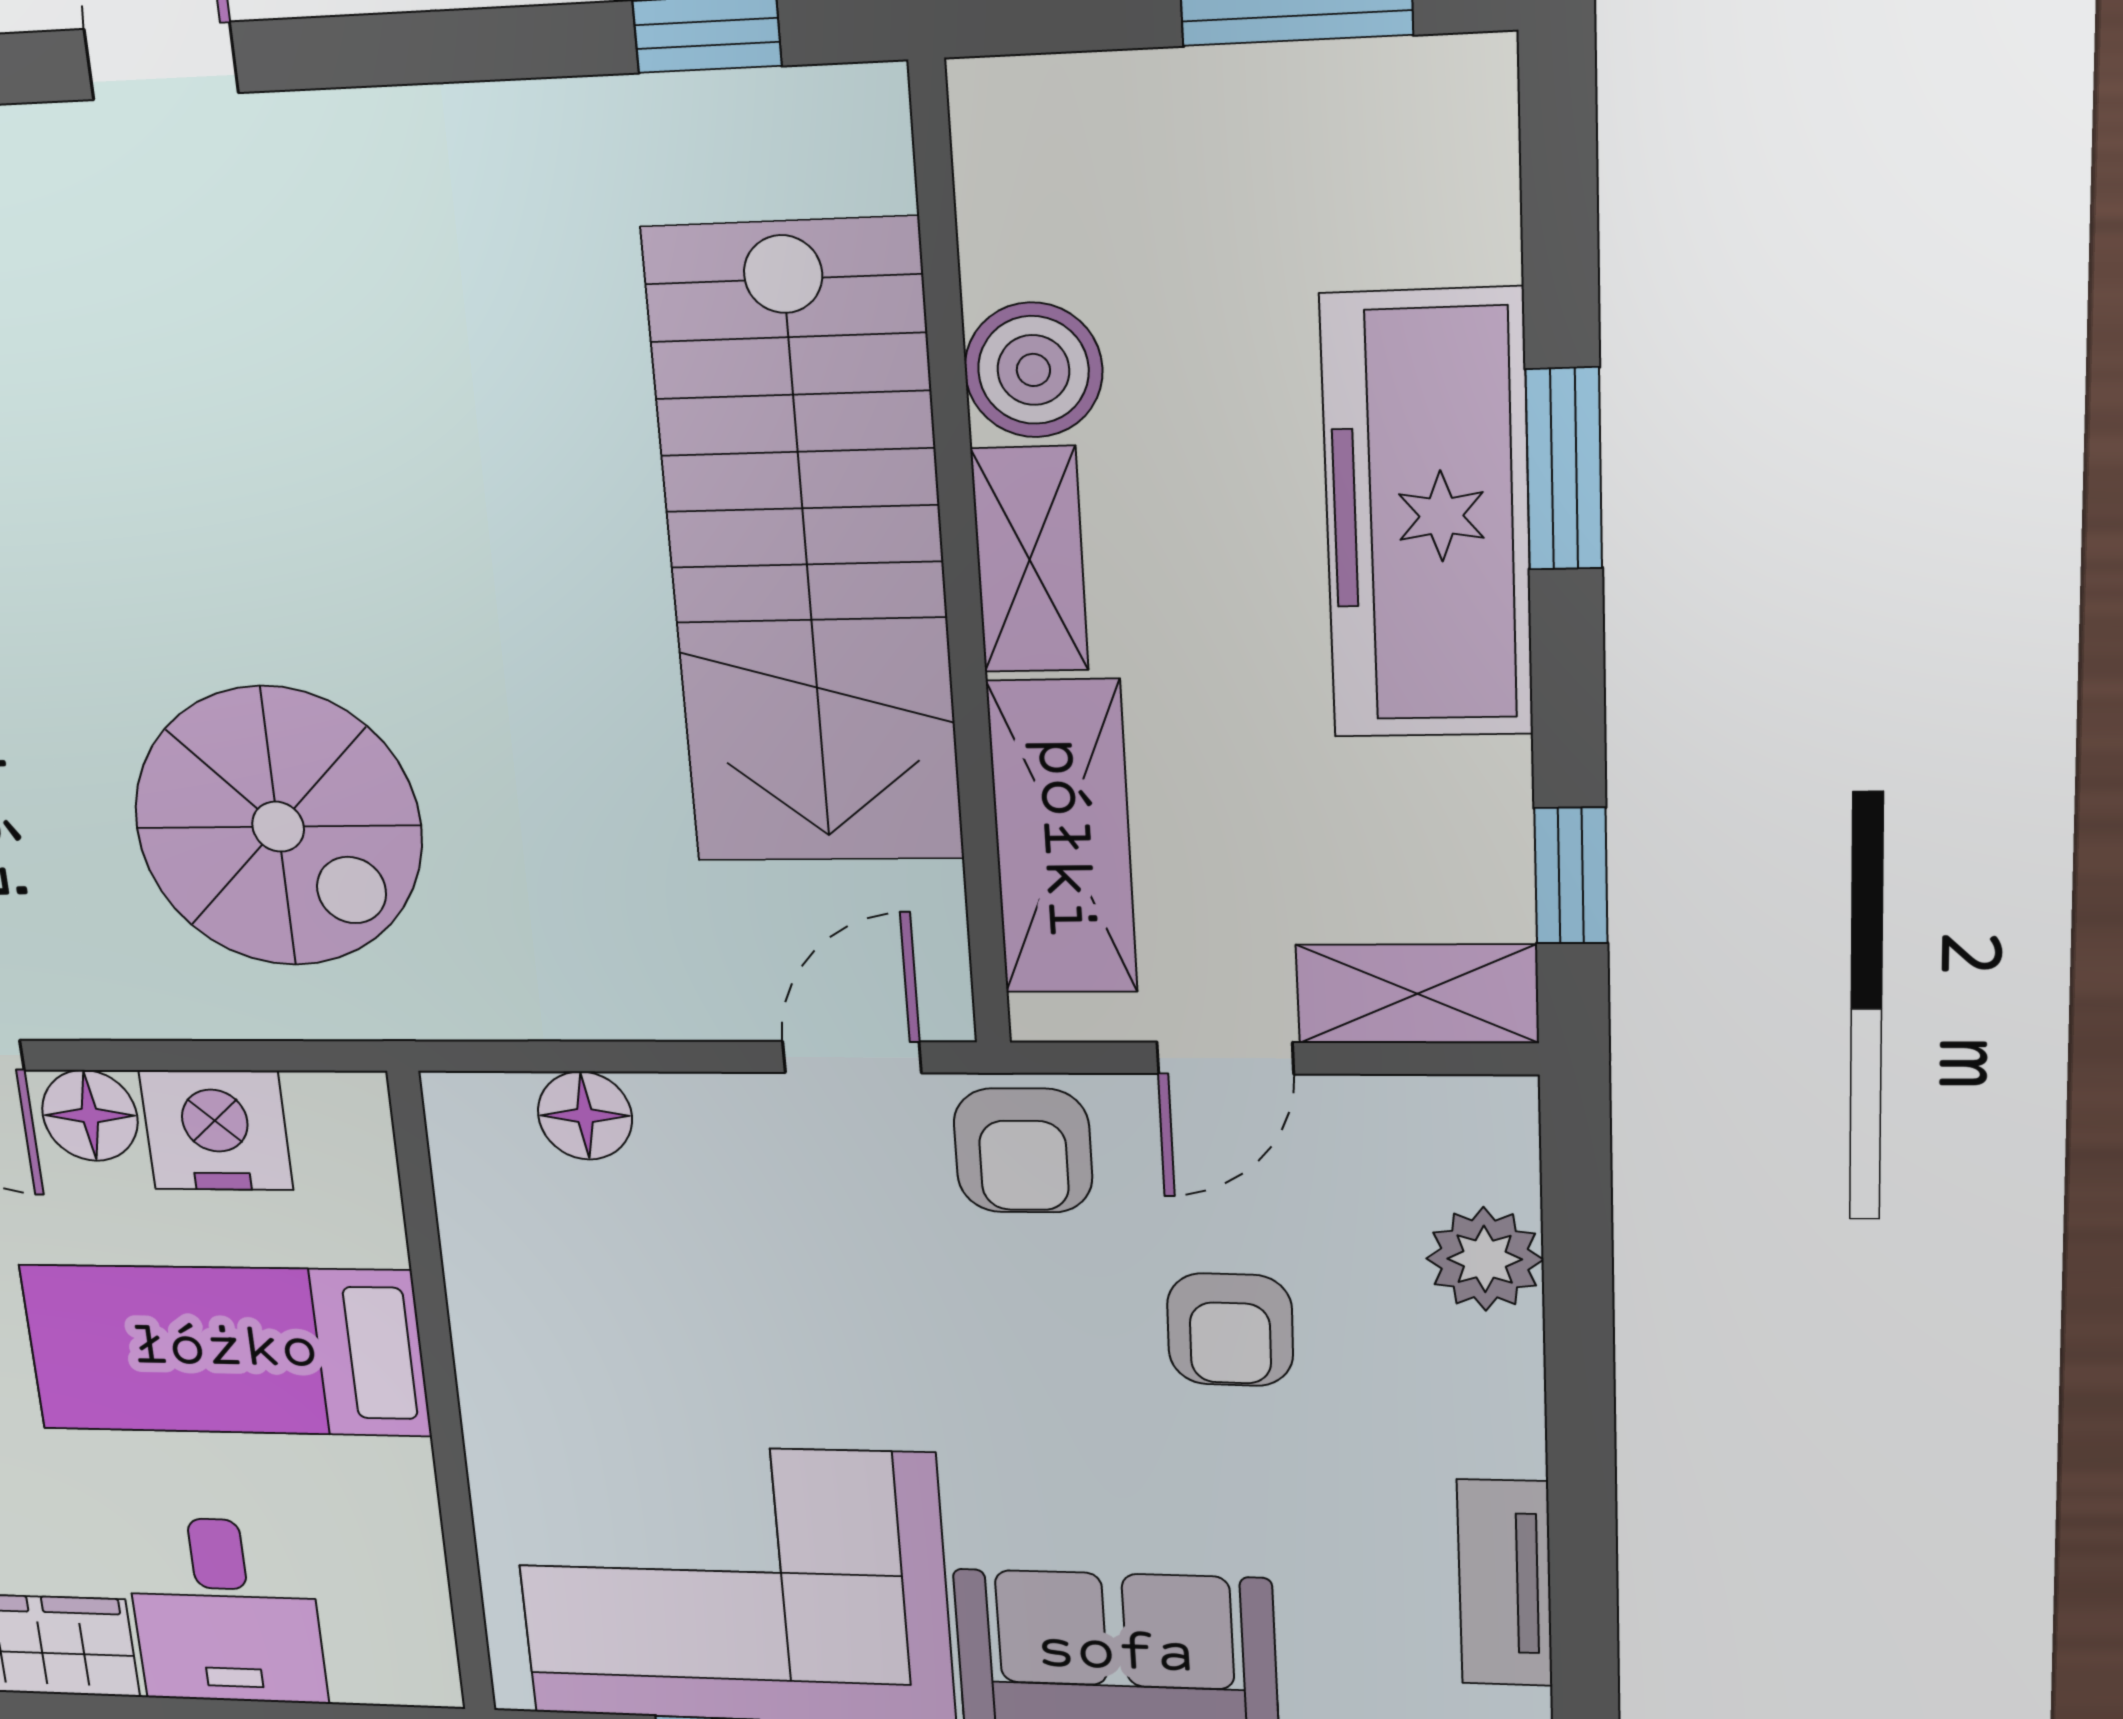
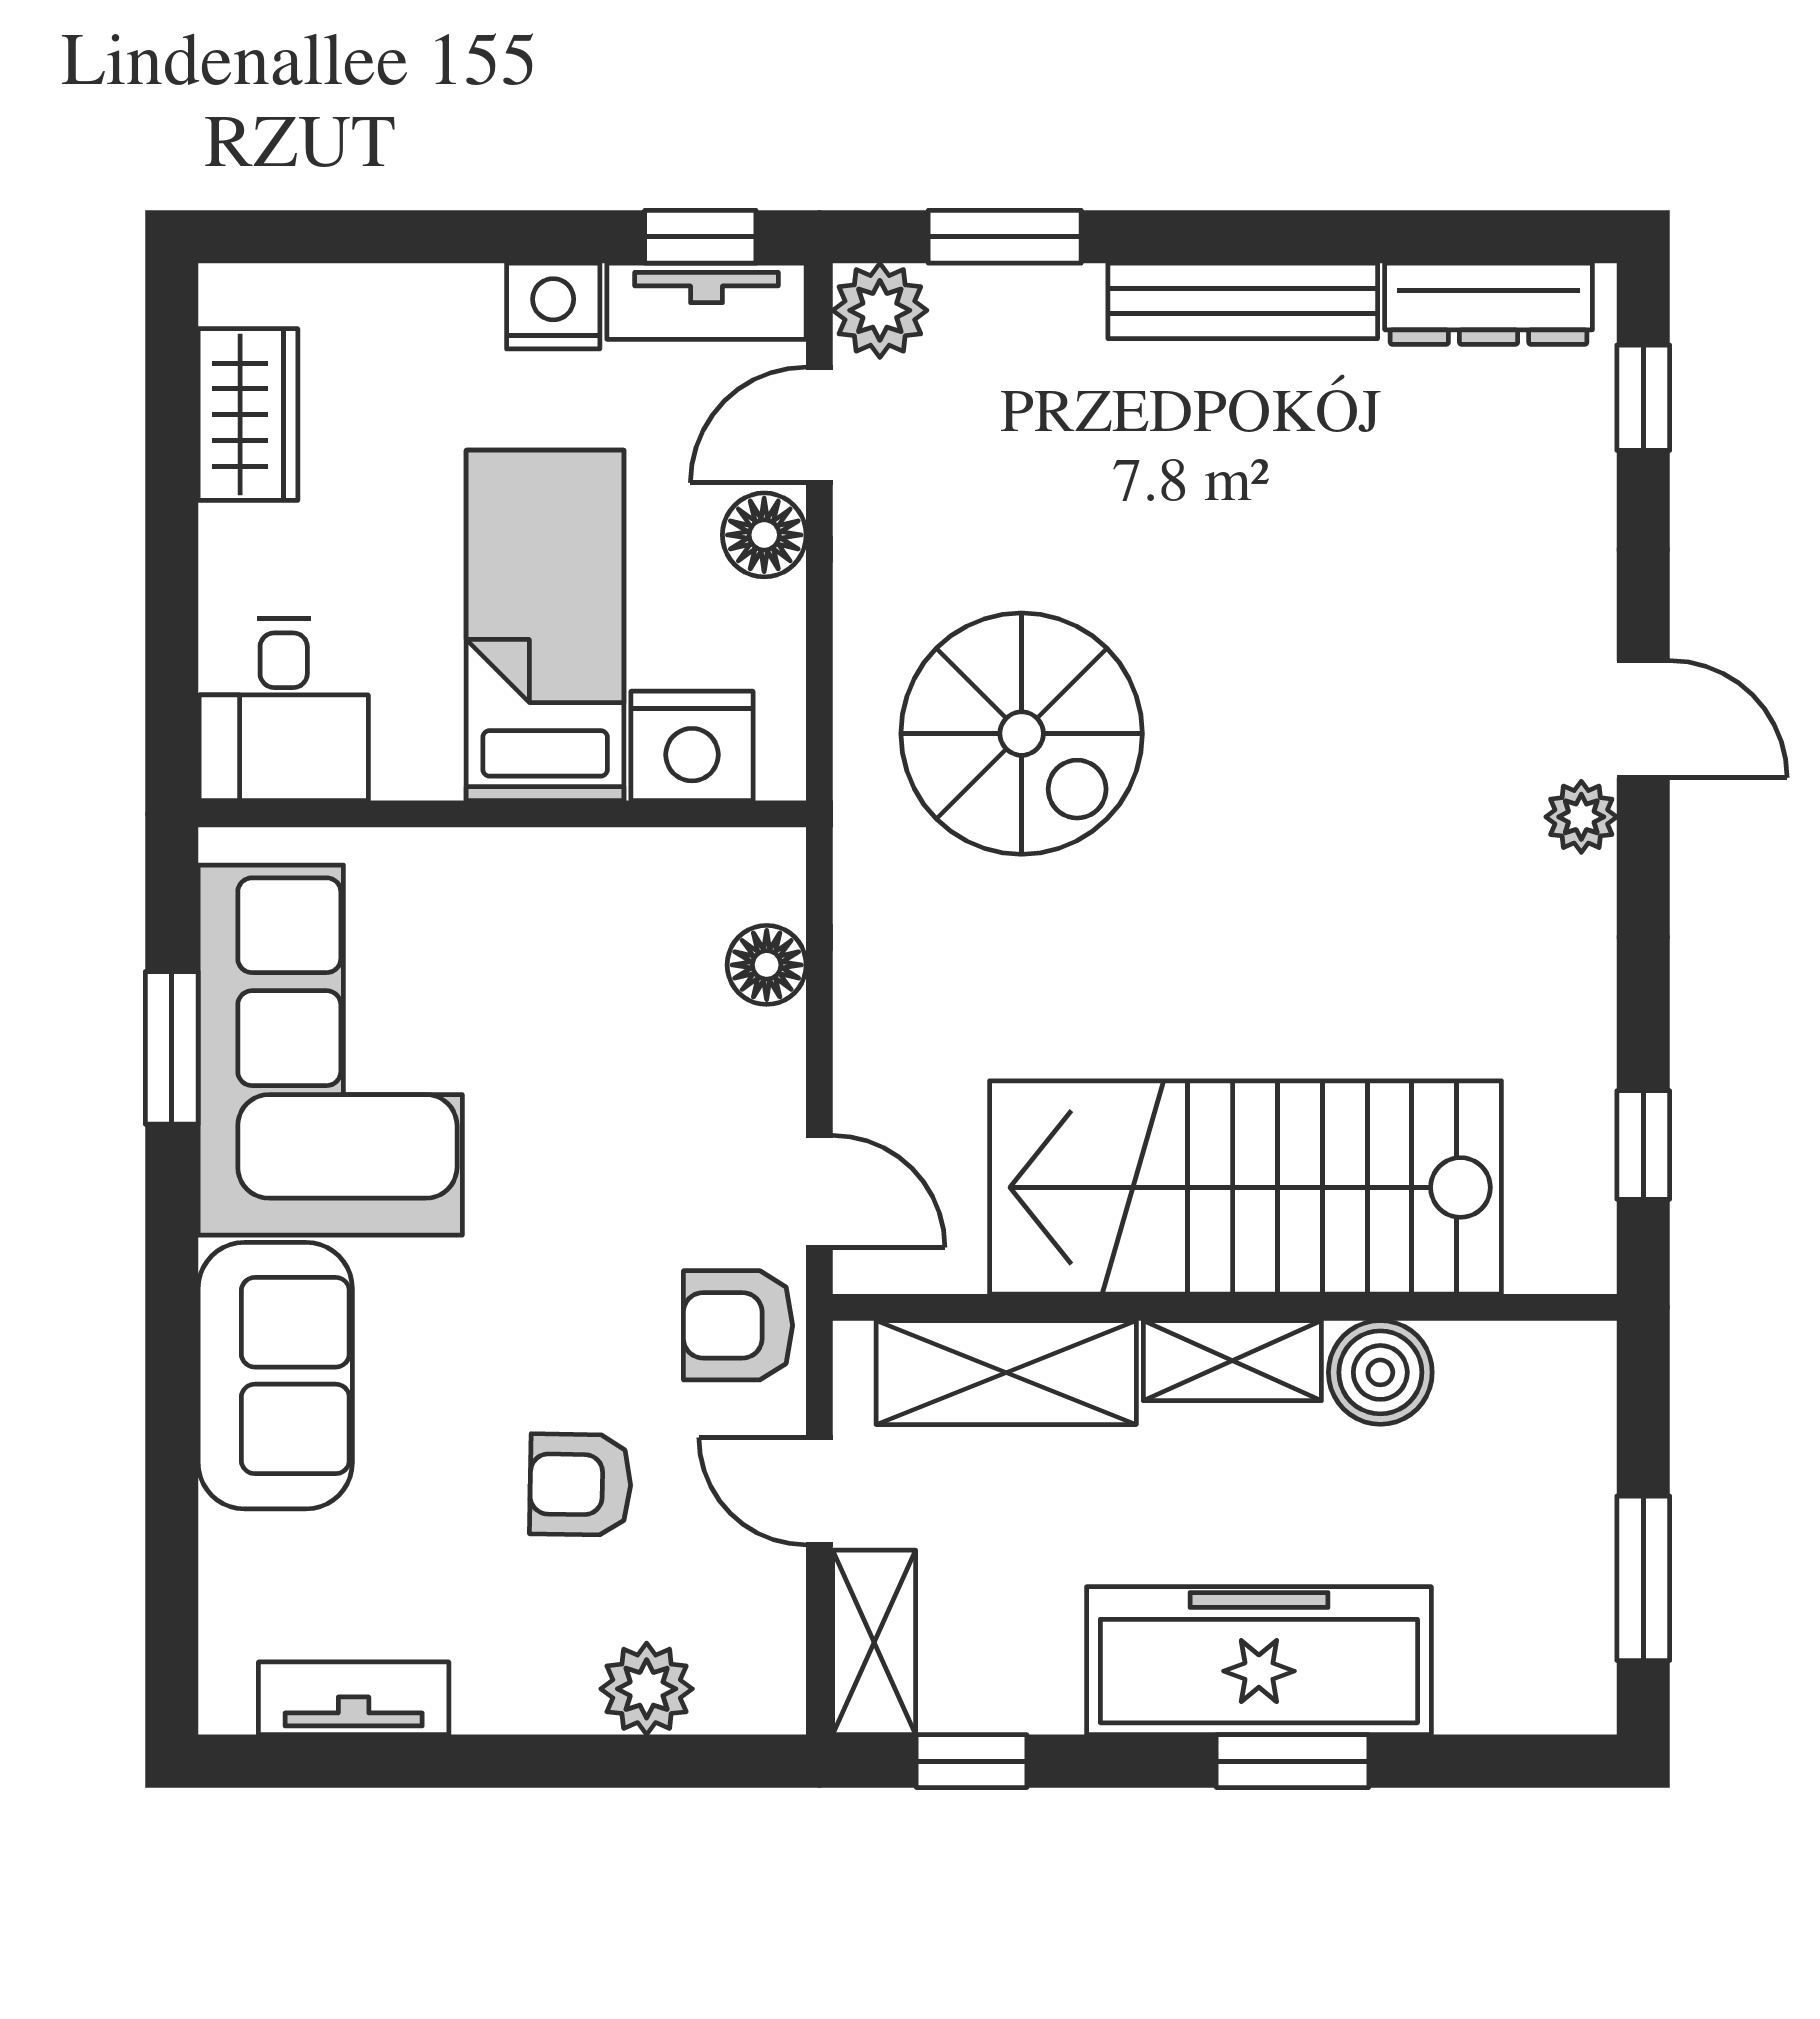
plant: (293, 136) -> (1581, 817), added
spiral stairs: (278, 827) -> (1022, 734), turned -90
nightstand: (216, 1130) -> (692, 746), moved, turned 90
desk: (225, 1611) -> (284, 709), moved, turned -90

